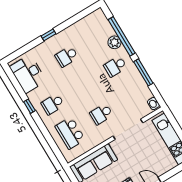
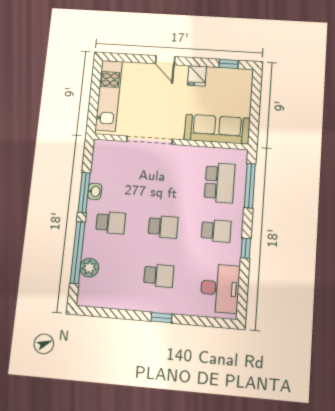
plant: (114, 42) -> (89, 268), moved
washbasin: (153, 104) -> (95, 191), moved
school desk: (101, 114) -> (163, 227), moved
window: (52, 143) -> (250, 186), added

